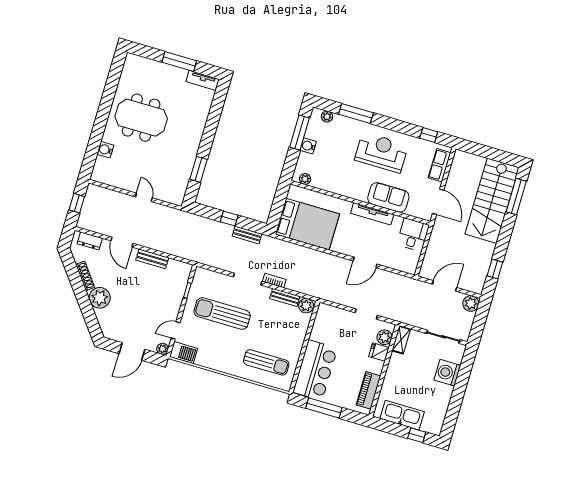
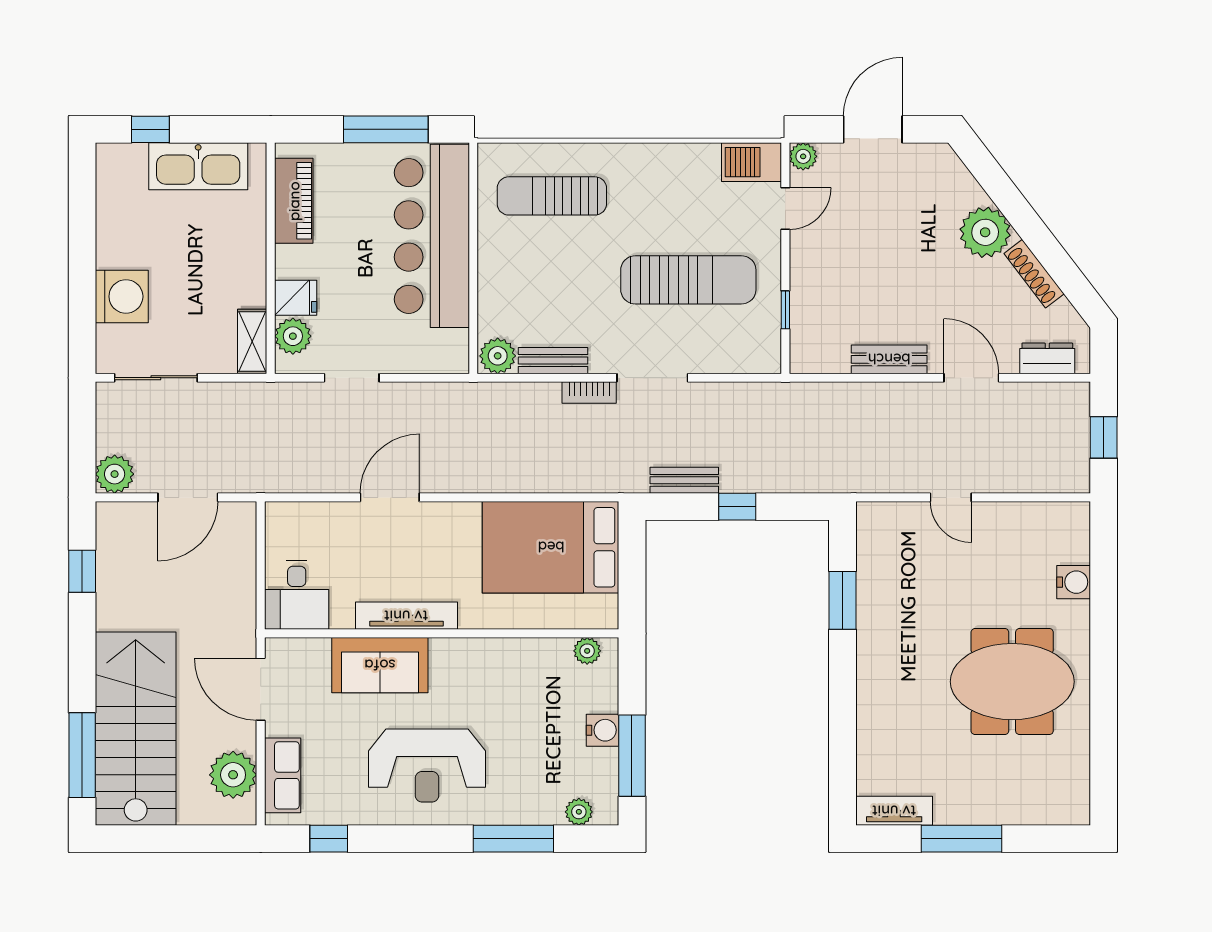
plant: (459, 171) -> (233, 775), added
bar counter: (315, 370) -> (432, 236), width x1.36

